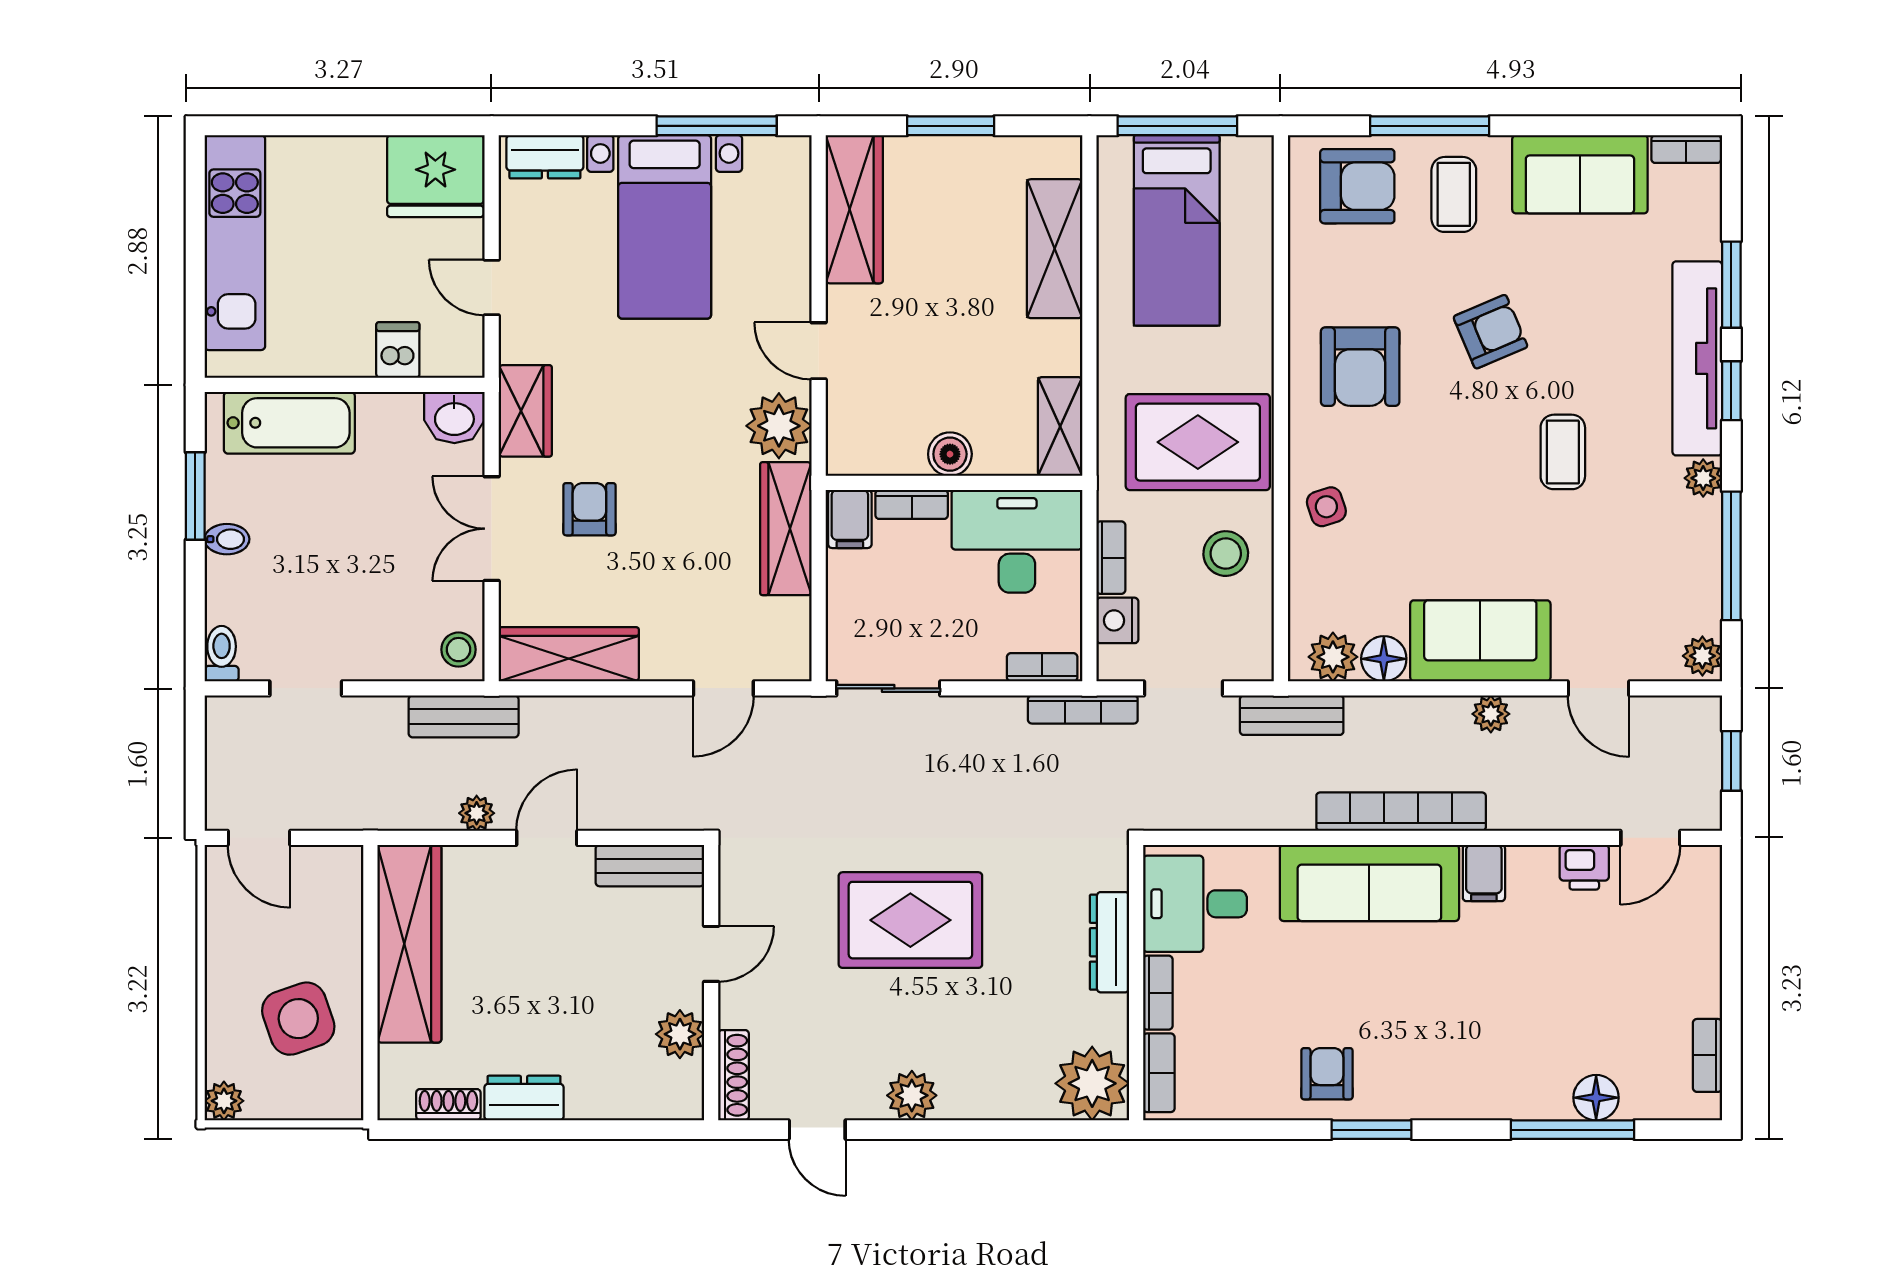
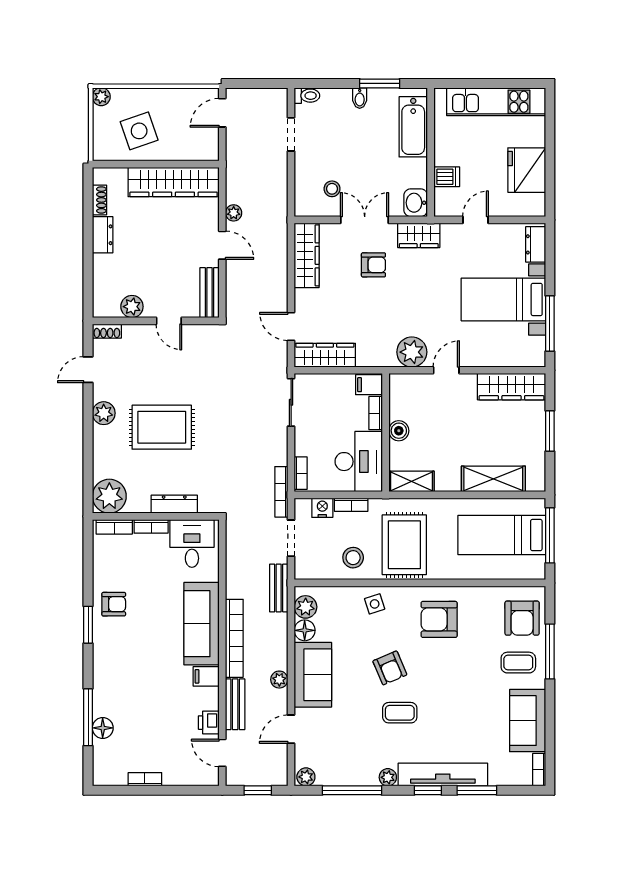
fridge: (435, 176) -> (527, 170), moved
armchair: (1491, 332) -> (390, 668), moved
wardrobe: (786, 529) -> (325, 355), moved
stool: (459, 650) -> (332, 189), moved
bench: (464, 716) -> (235, 704), moved
rug: (910, 920) -> (162, 427), moved, turned 90
bookcase: (1707, 1055) -> (145, 779), moved
shoe rack: (734, 1075) -> (107, 331), width x0.70

